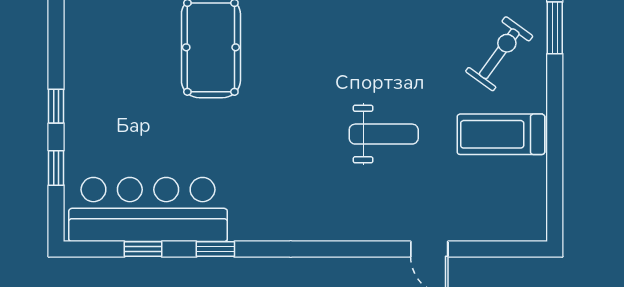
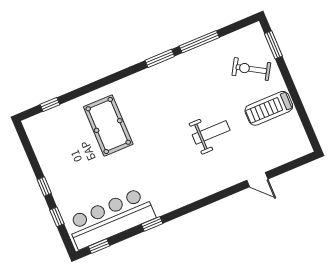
exercise bike: (499, 54) -> (251, 69), turned -95
window: (143, 249) -> (99, 246), moved

